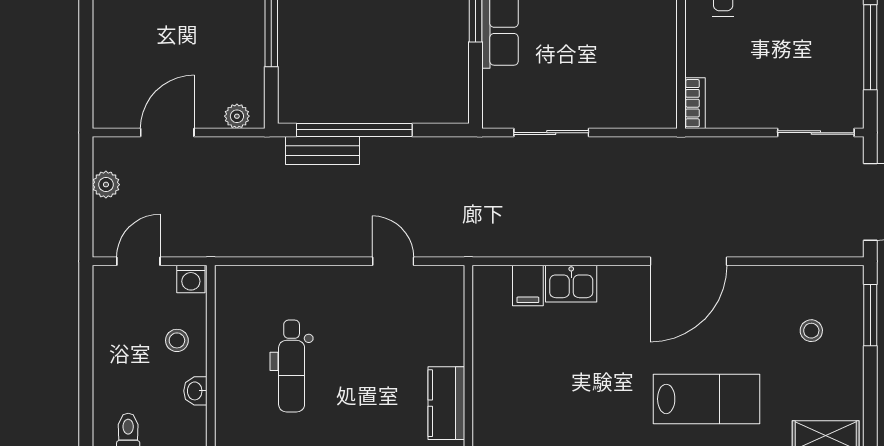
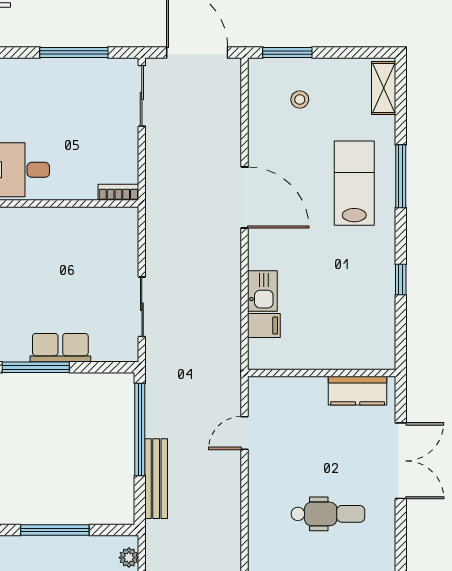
window: (354, 130) -> (140, 429), moved
bench: (322, 150) -> (156, 479), width x1.36

